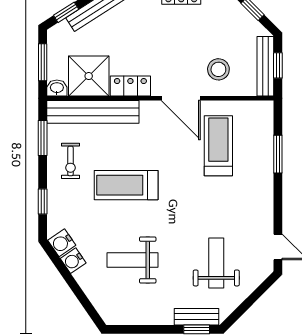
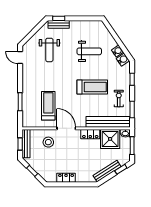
treadmill: (218, 146) -> (48, 106), turned 180

